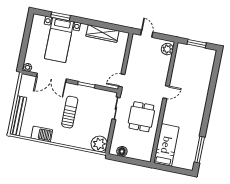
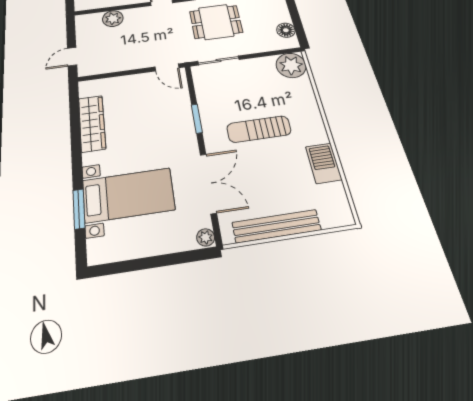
plant: (167, 49) -> (113, 19), moved
bench: (18, 116) -> (276, 226), moved

